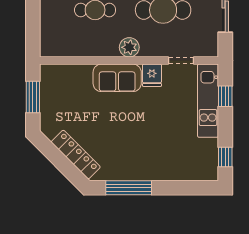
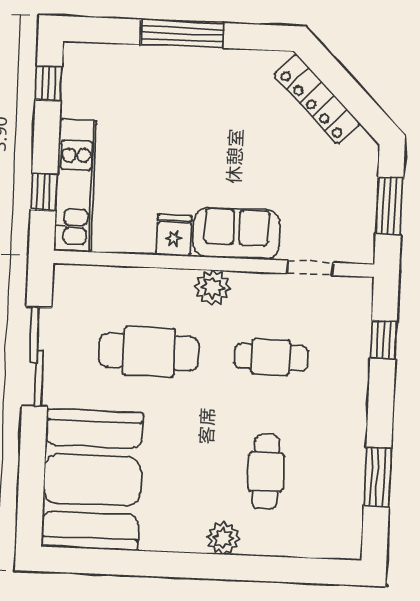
window: (33, 22) -> (384, 340), added
doorway: (181, 61) -> (310, 268), moved
window: (129, 188) -> (182, 34), moved

